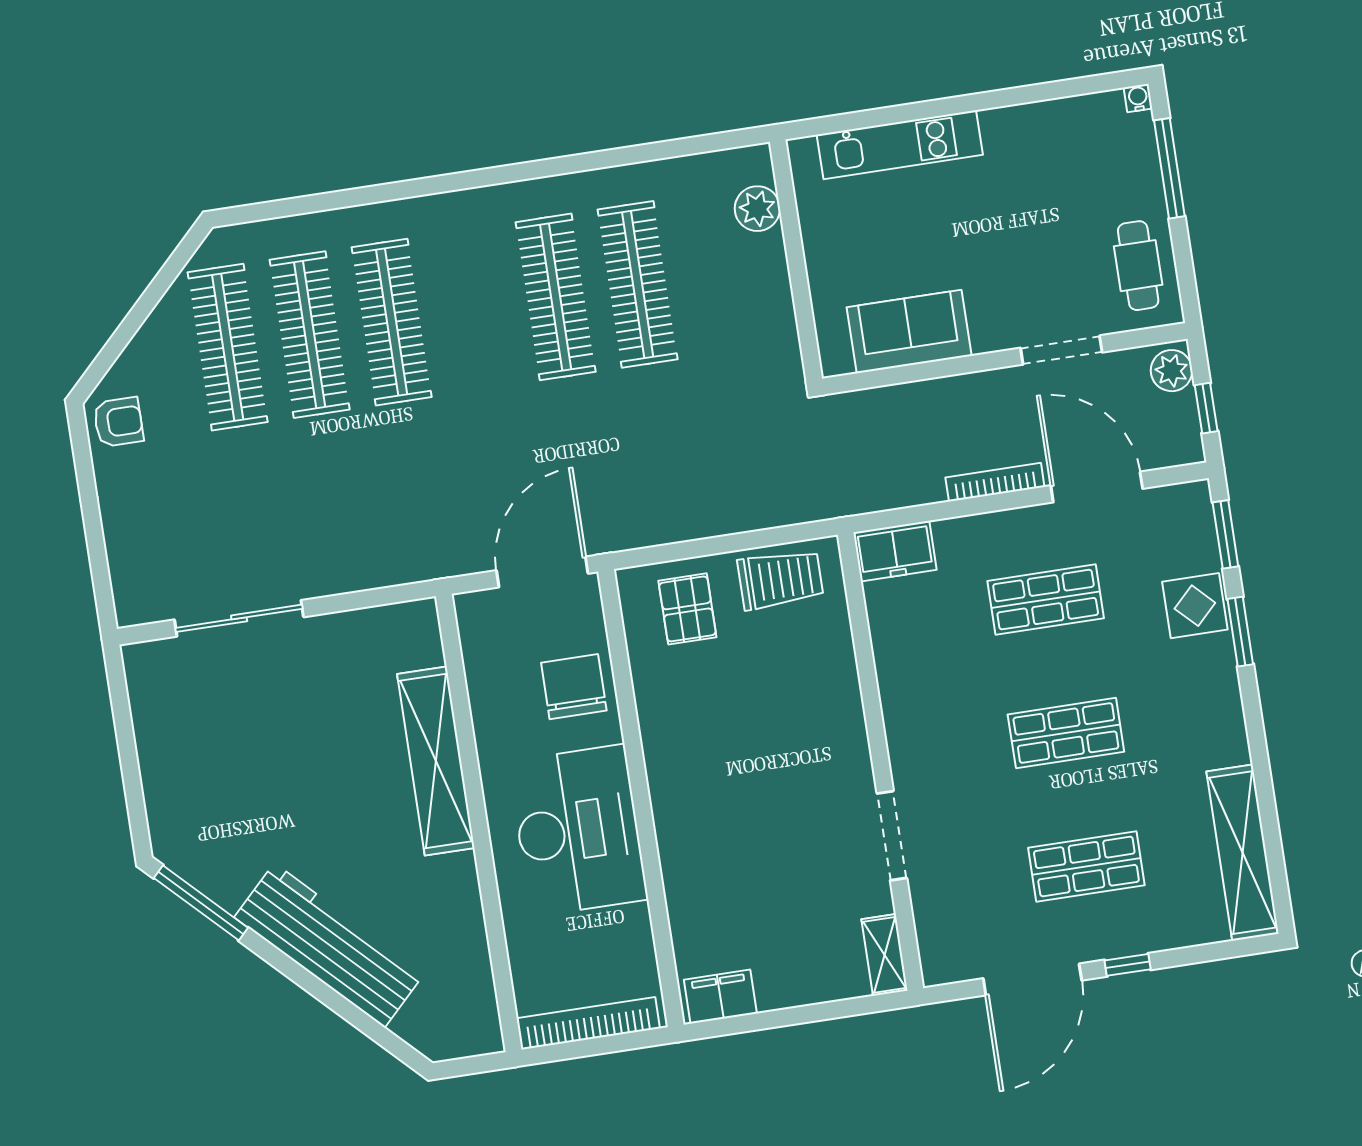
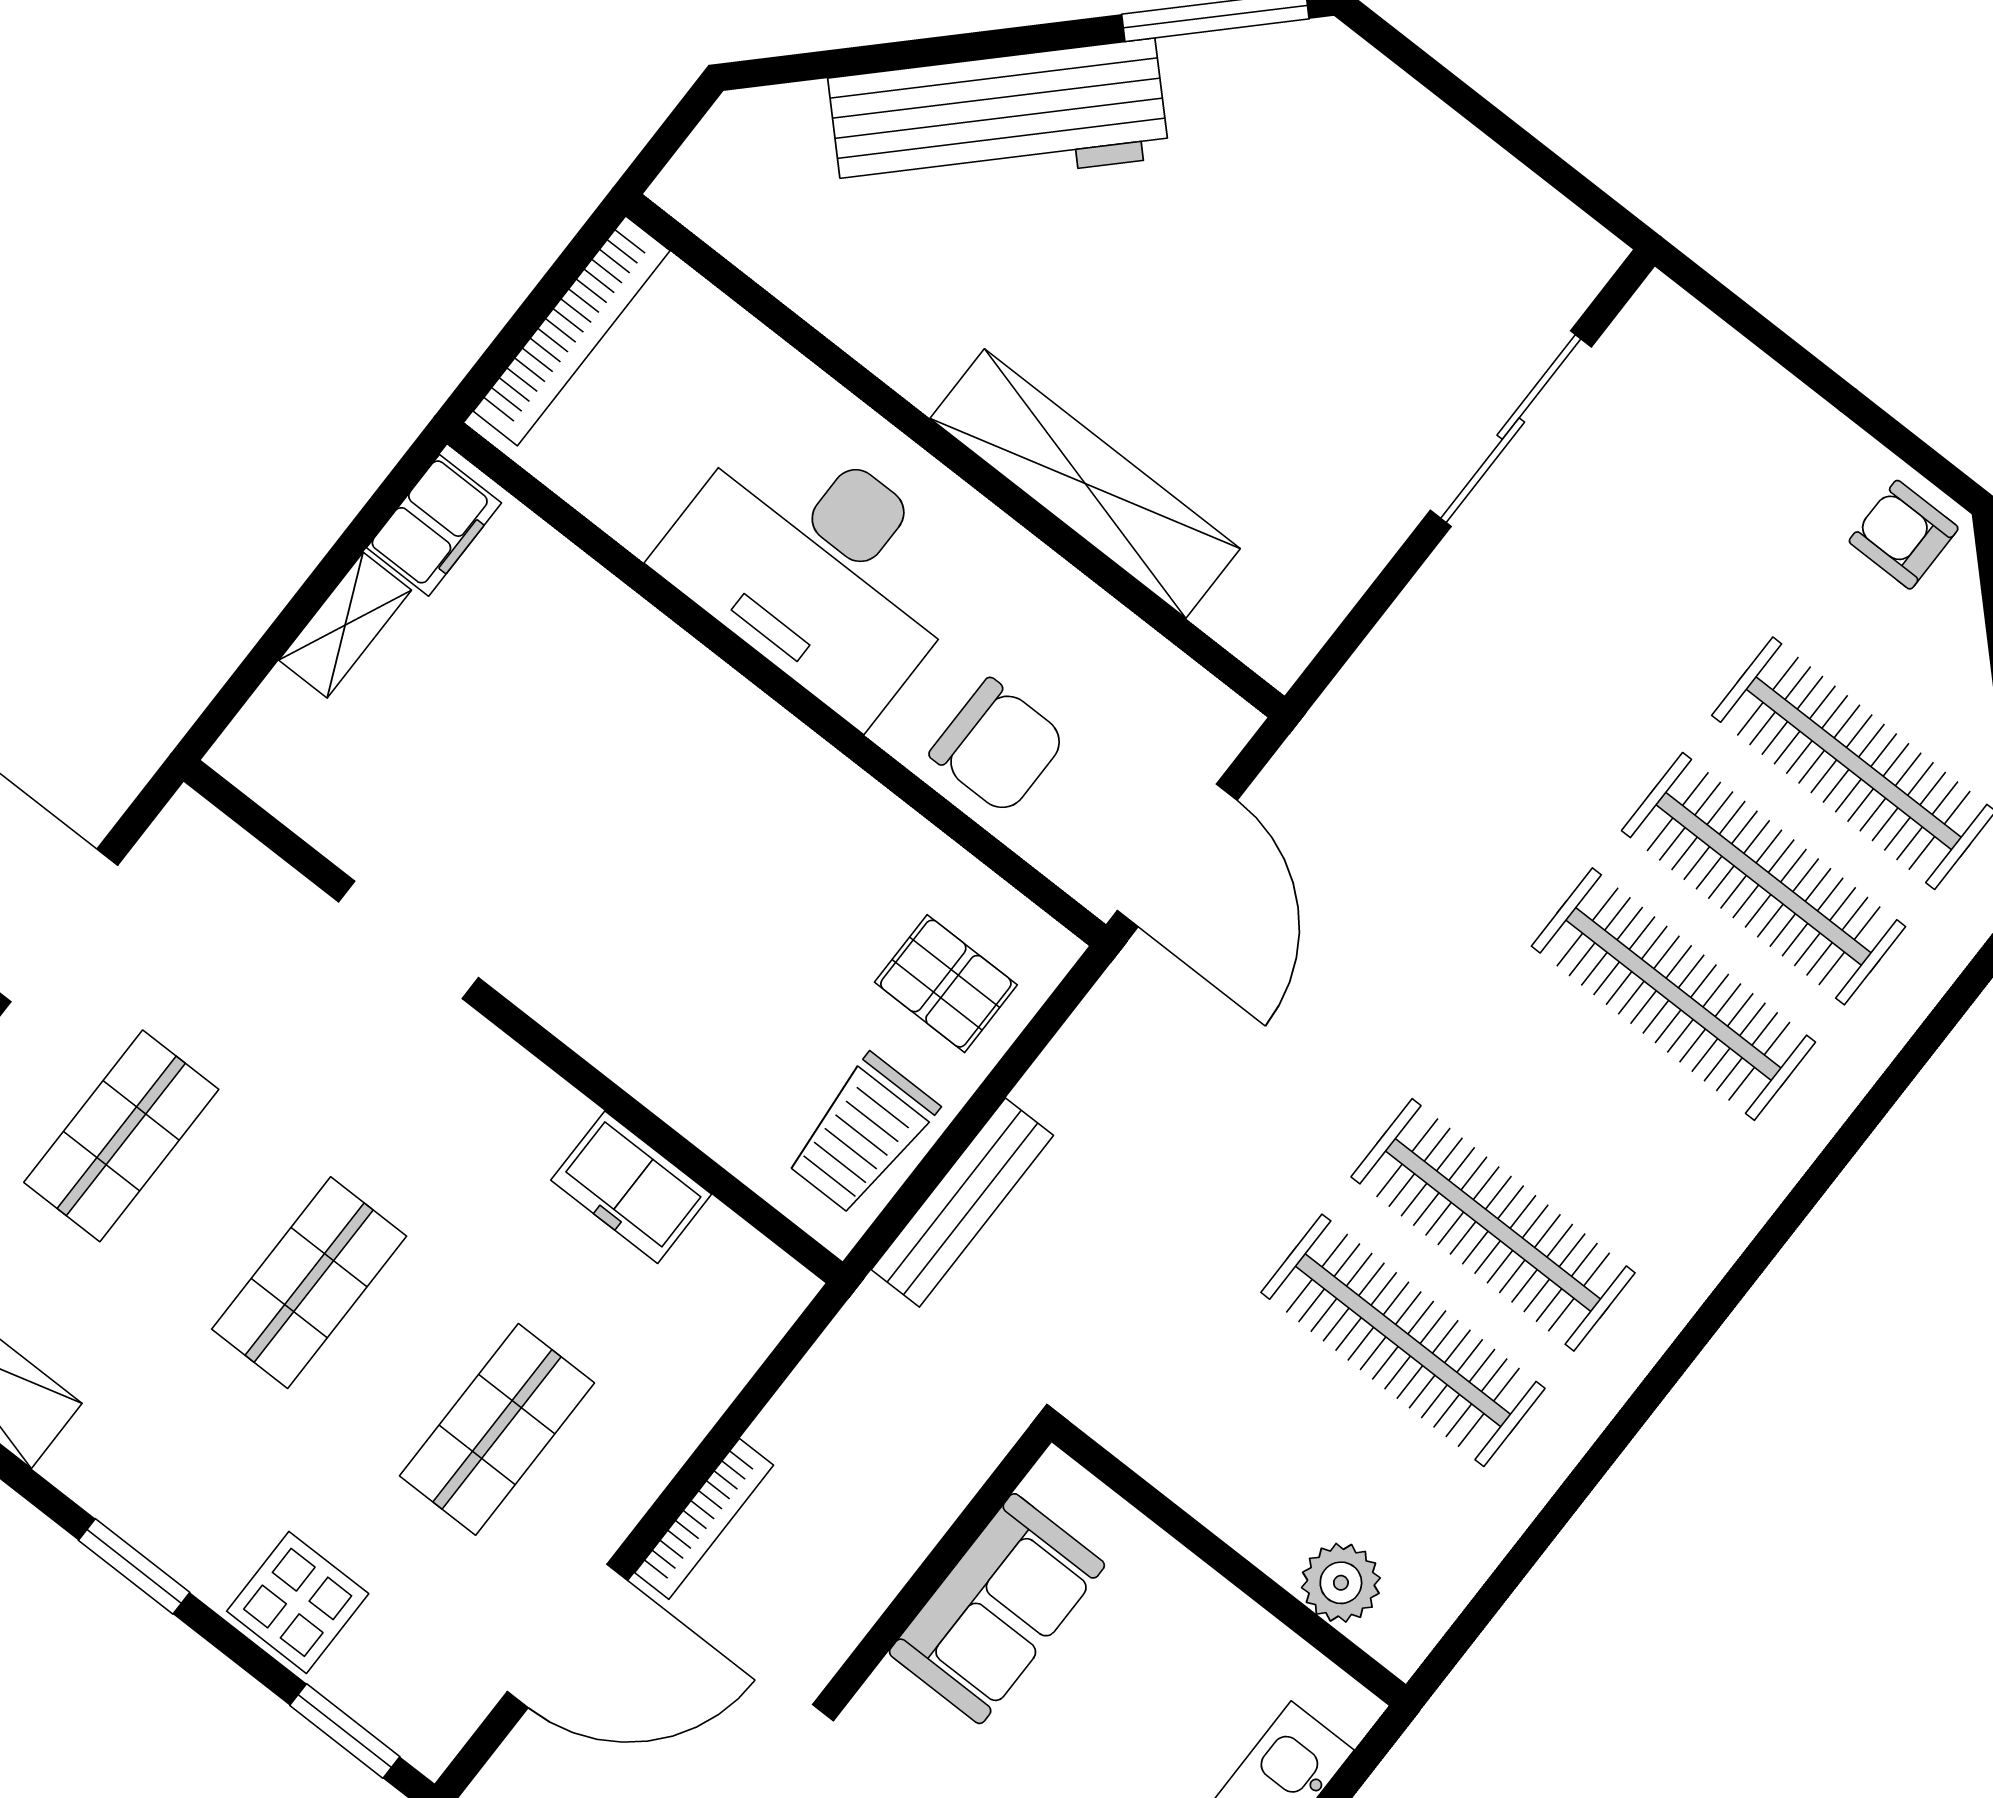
armchair: (118, 422) -> (1904, 535), turned 90
bench: (766, 512) -> (962, 1203), added
freezer: (895, 551) -> (631, 1187), moved, turned -90
window: (1240, 632) -> (134, 1566), moved
shelving: (884, 955) -> (345, 625), moved, turned 90

